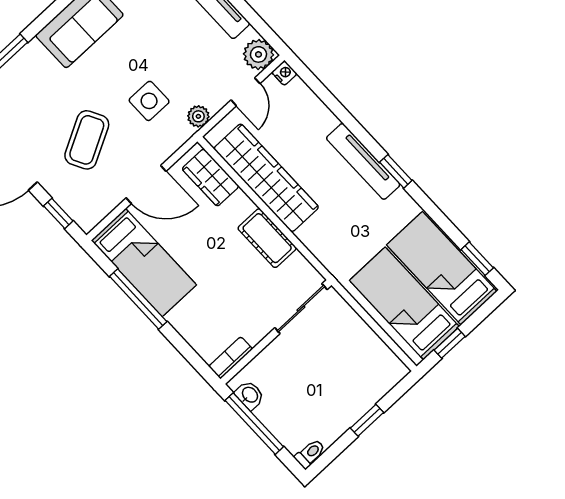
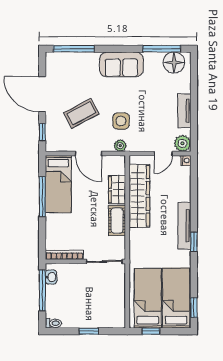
plant: (198, 116) -> (120, 146), moved
wardrobe: (211, 177) -> (117, 190), moved
bookcase: (231, 358) -> (64, 255), width x1.56

